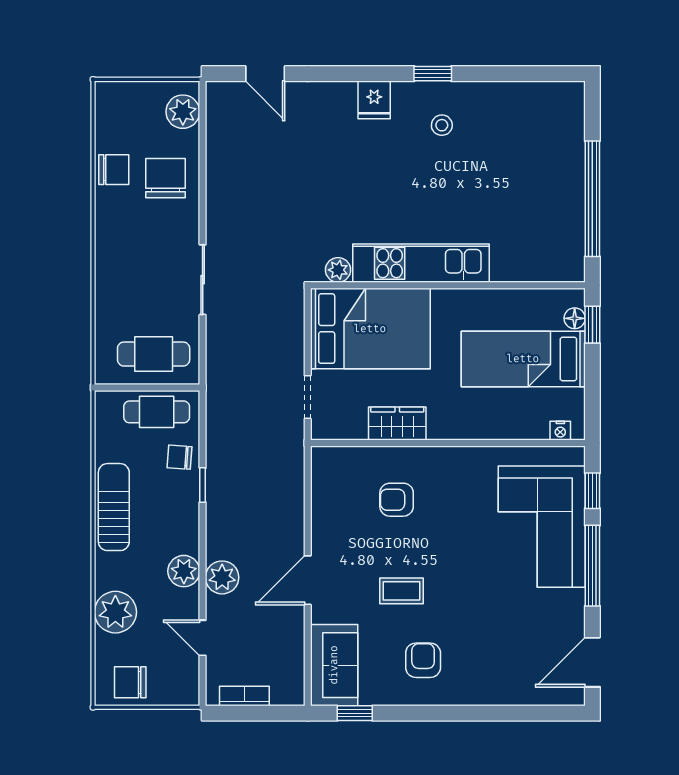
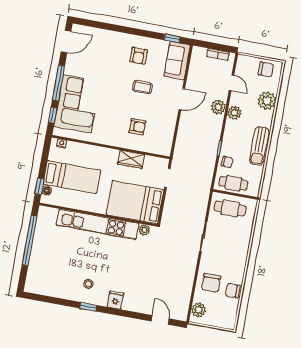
kitchen unit: (421, 263) -> (98, 224), width x1.36

